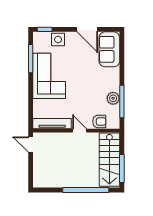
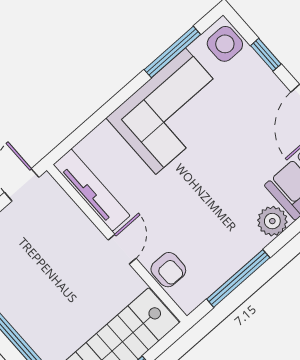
window: (45, 29) -> (266, 55), moved
side table: (58, 39) -> (225, 44), moved
plant: (113, 98) -> (272, 221), moved

